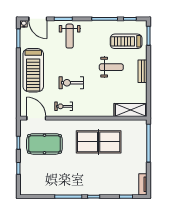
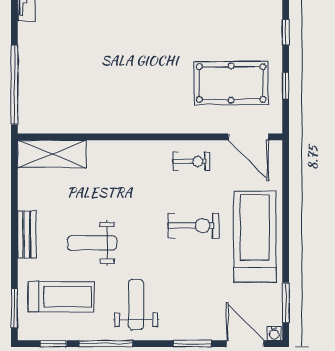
weight bench: (70, 36) -> (136, 304), moved
exercise bike: (71, 83) -> (193, 226), moved
table tennis table: (99, 142) -> (118, 87), removed

